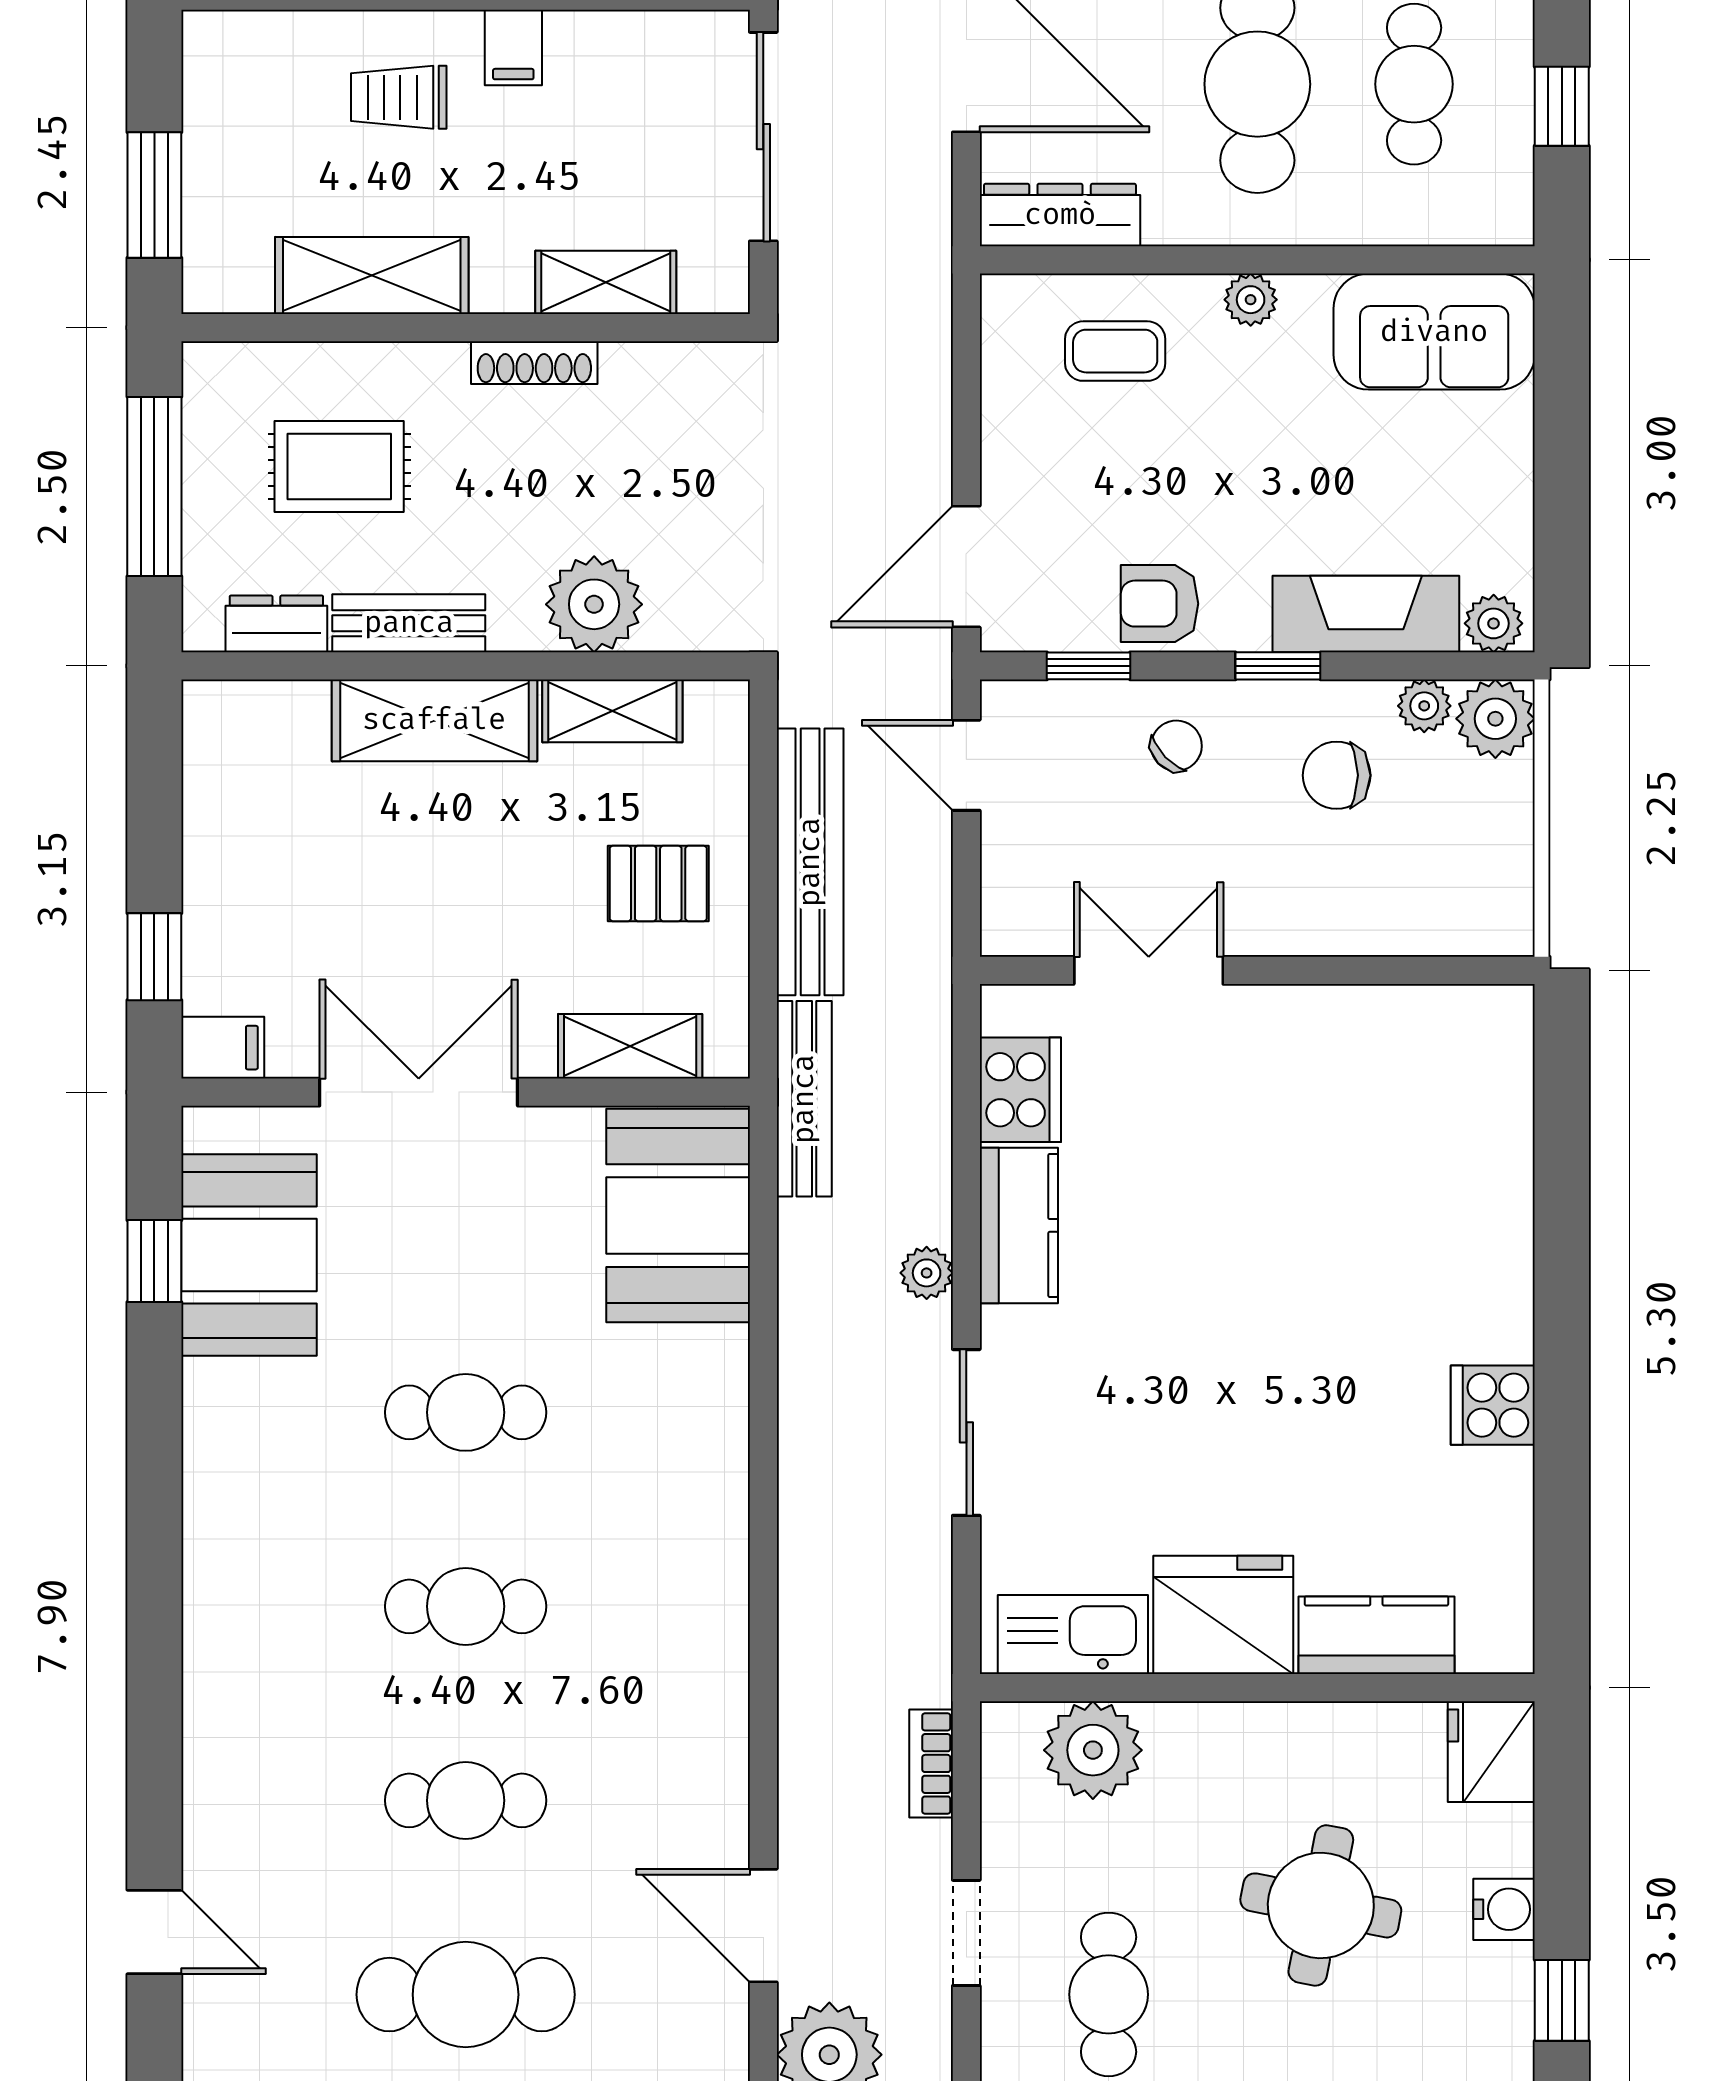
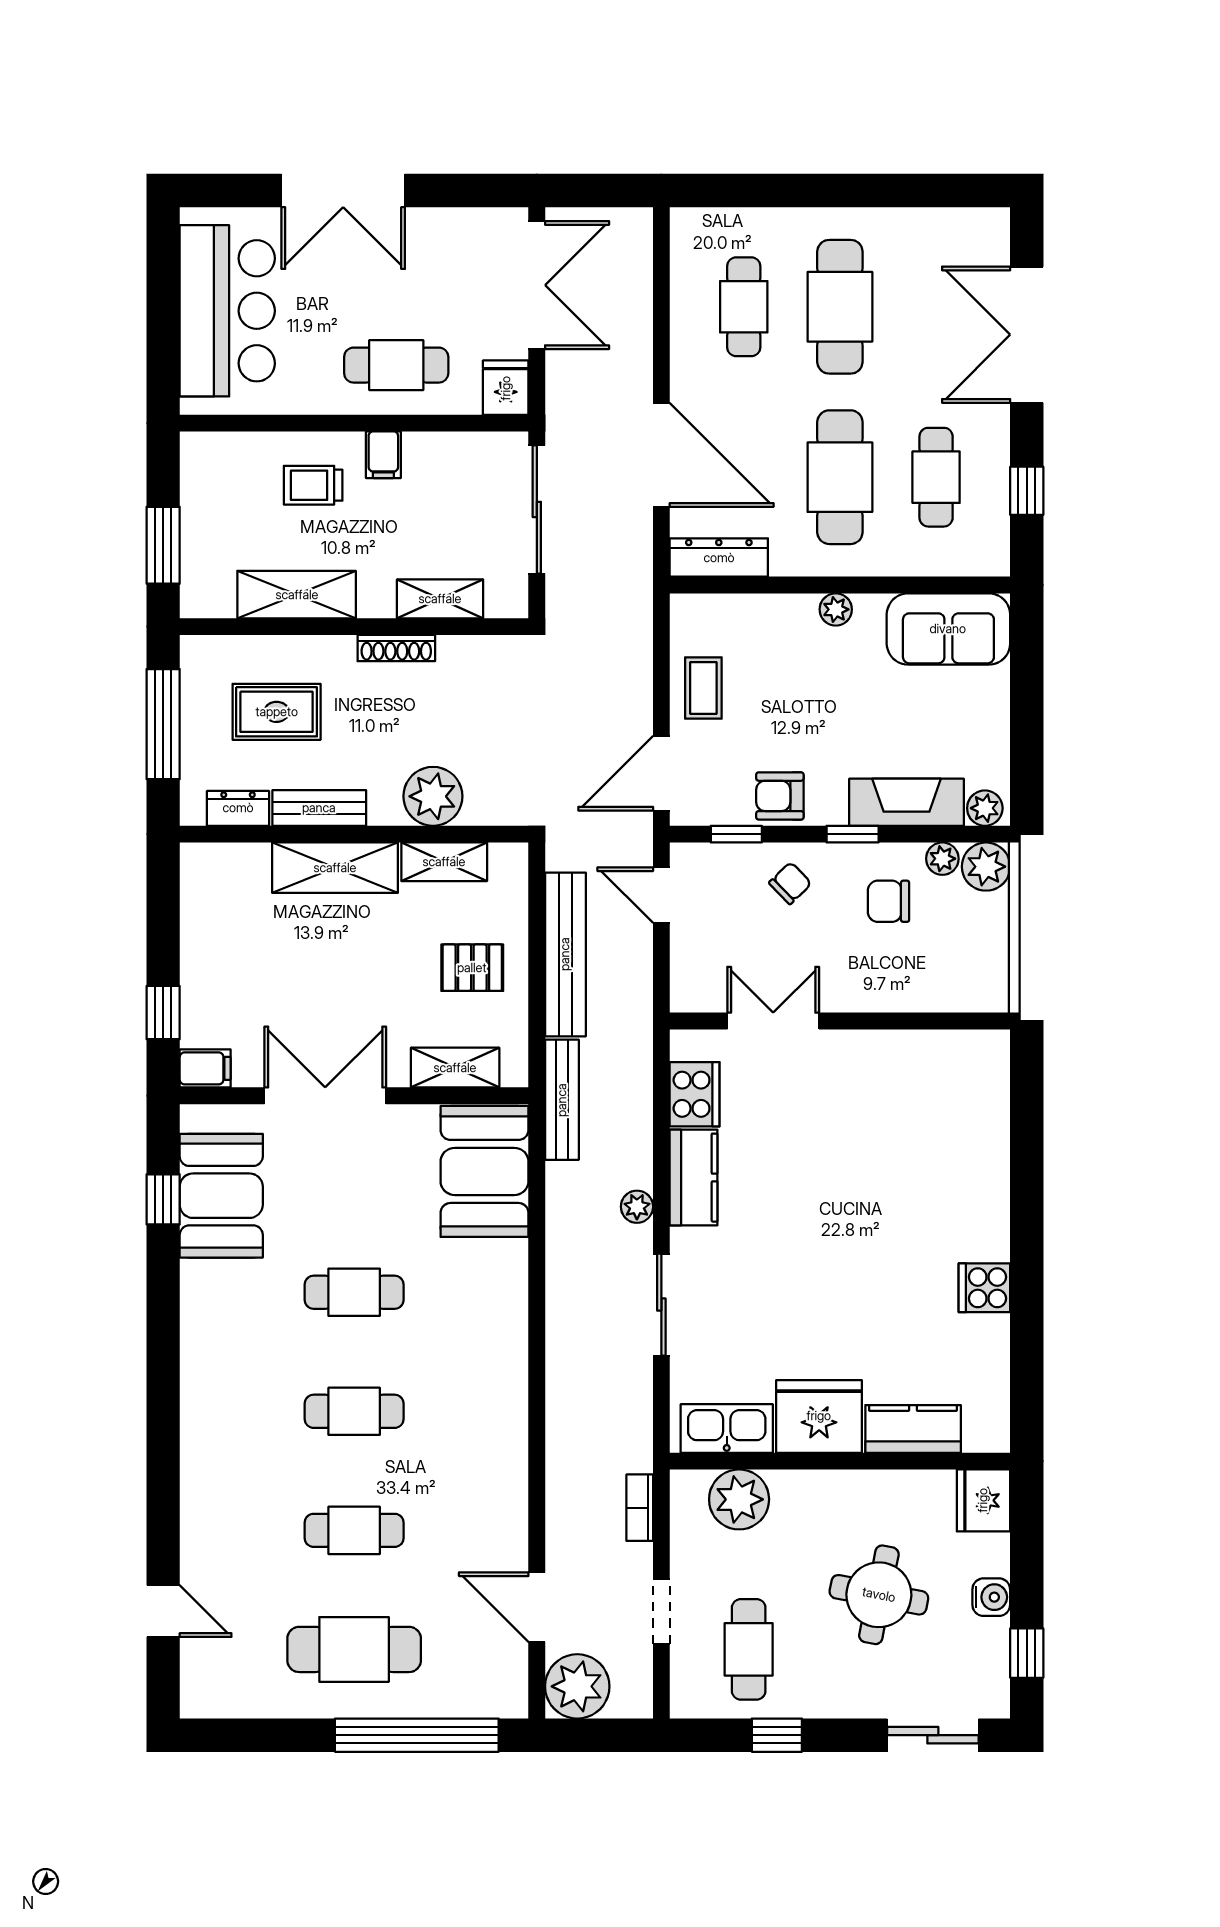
coffee table: (1115, 351) -> (703, 688), moved, turned 90

